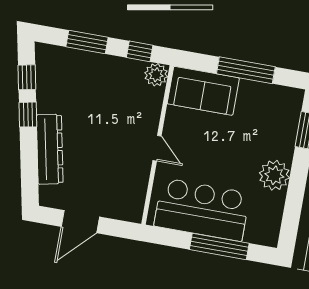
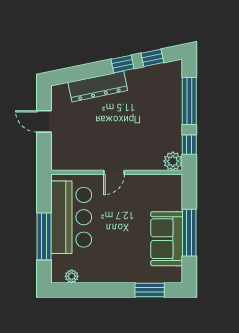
window: (87, 42) -> (189, 101), width x1.44
sofa: (203, 91) -> (167, 239), moved
plant: (274, 175) -> (72, 276), moved, width x0.53, depth x0.53
door: (80, 222) -> (44, 121), width x0.73

